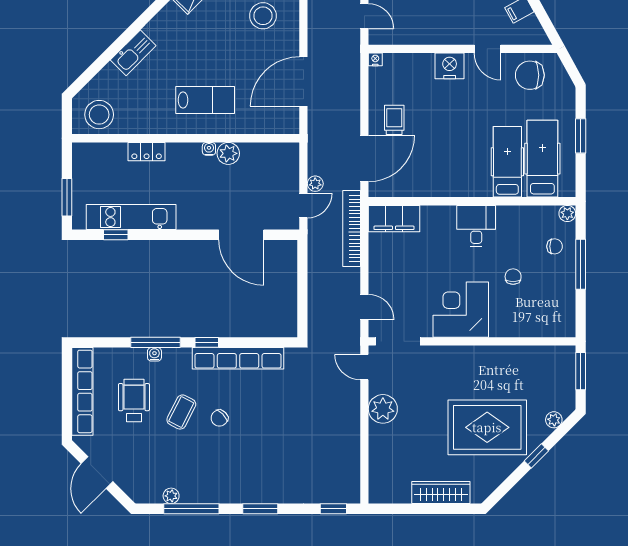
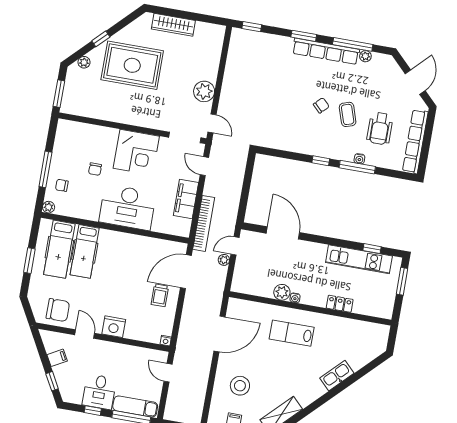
stool: (99, 115) -> (369, 336), removed
filing cabinet: (394, 219) -> (186, 199), moved, turned -90
desk: (476, 226) -> (128, 207), width x1.87, depth x1.30
row of seats: (238, 358) -> (326, 51), moved, turned 180
coffee table: (181, 412) -> (348, 114), turned -45

